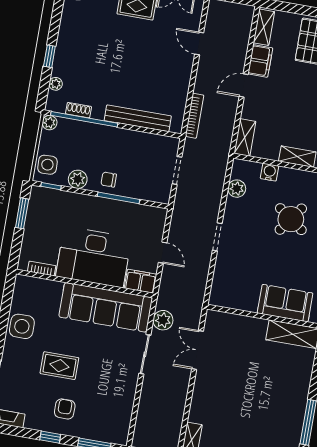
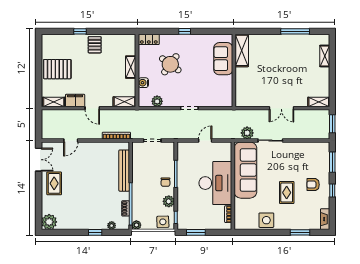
filing cabinet: (141, 281) -> (225, 151), removed
double door: (197, 350) -> (281, 108), moved

